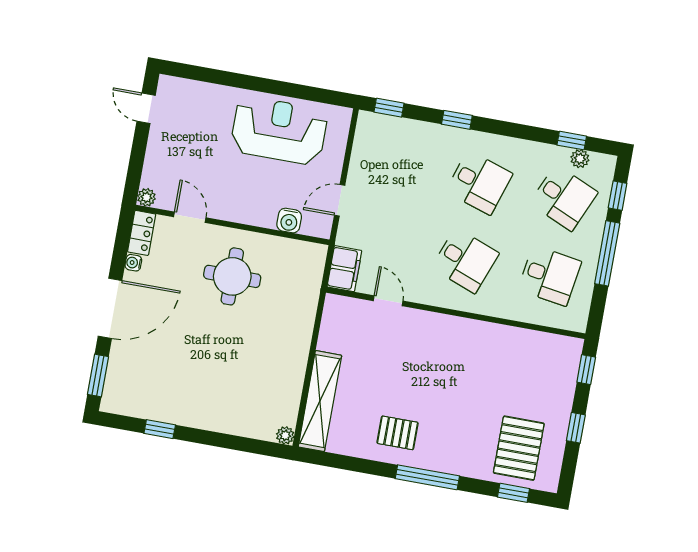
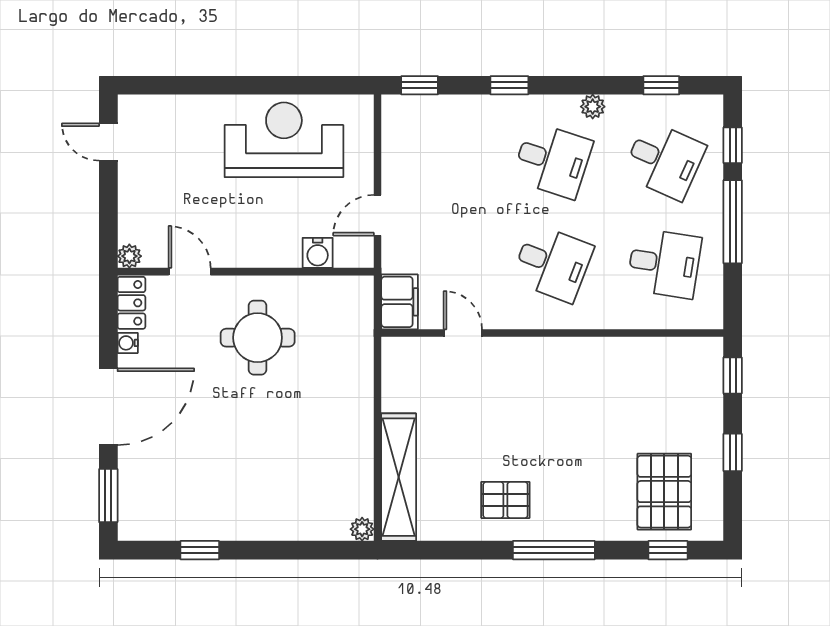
plant: (580, 159) -> (593, 107), moved

